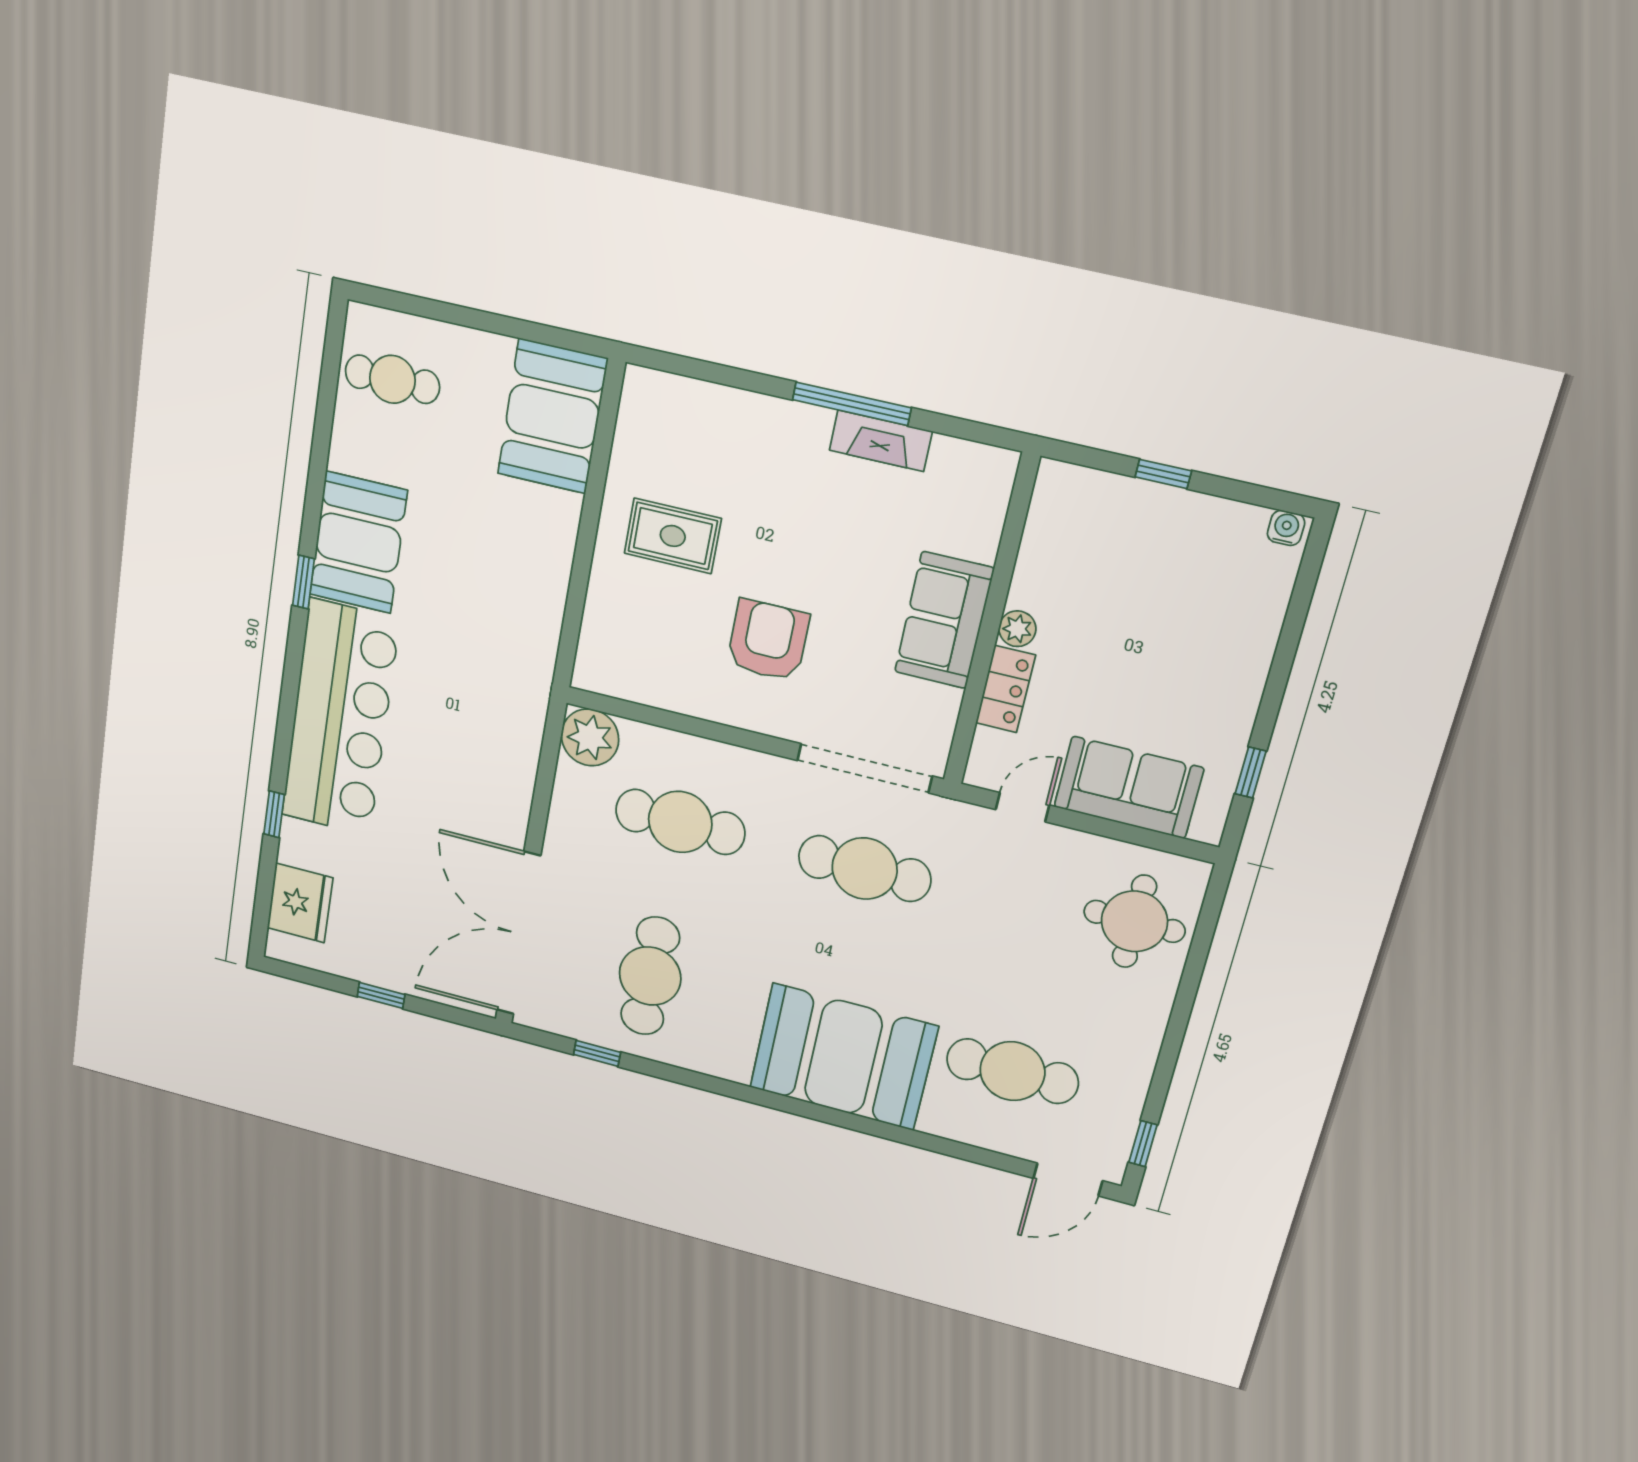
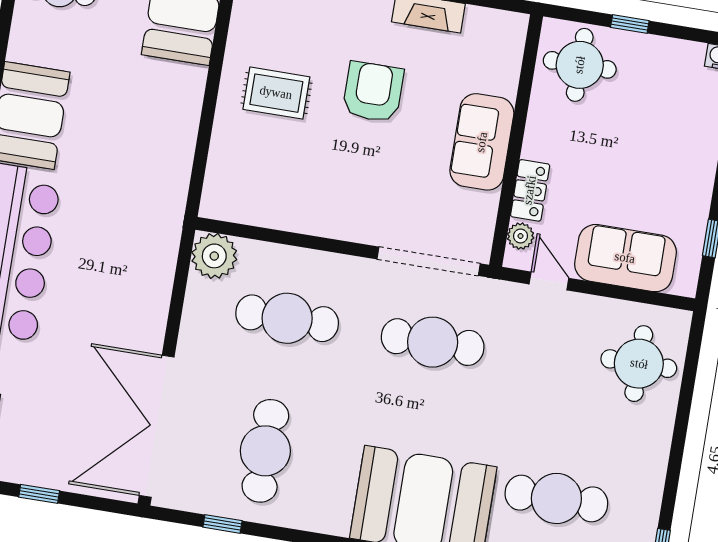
round table: (1087, 526) -> (580, 65), added
plant: (1017, 629) -> (521, 236), moved
armchair: (768, 640) -> (373, 92), moved
door: (1022, 807) -> (549, 281), hinge flipped

